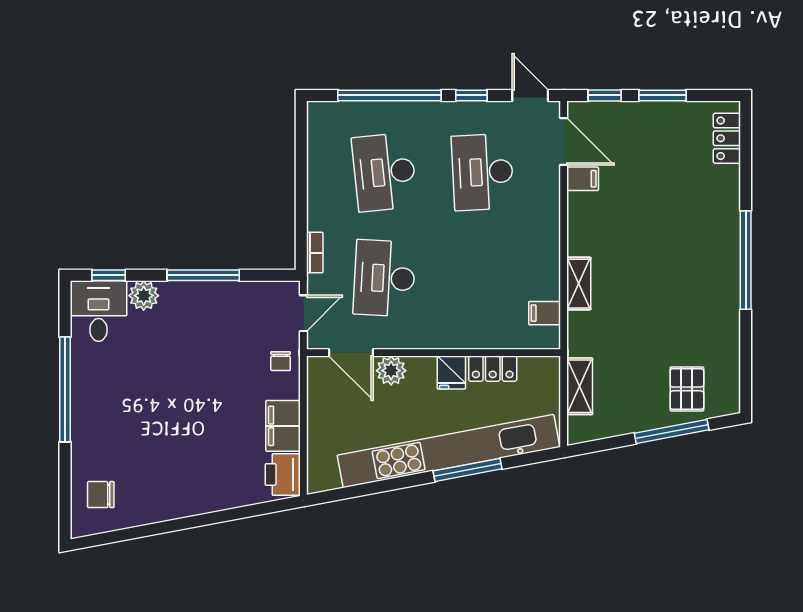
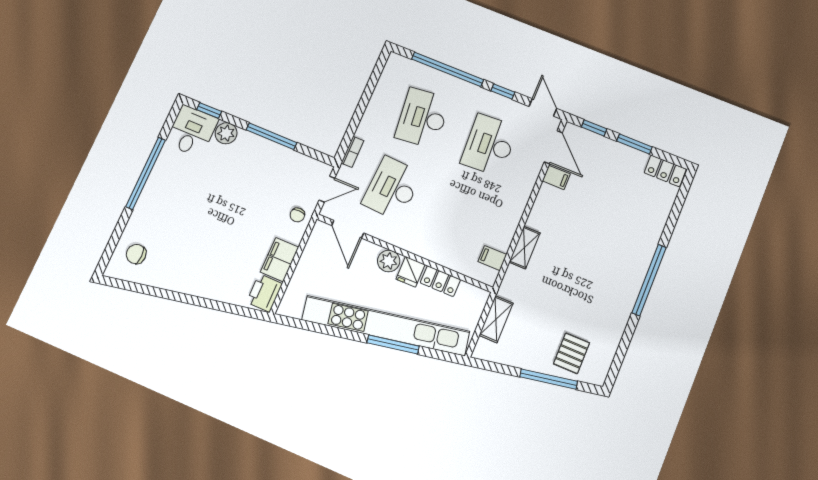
locker: (727, 138) -> (665, 171), moved, turned -90
plant: (391, 371) -> (389, 261), moved

